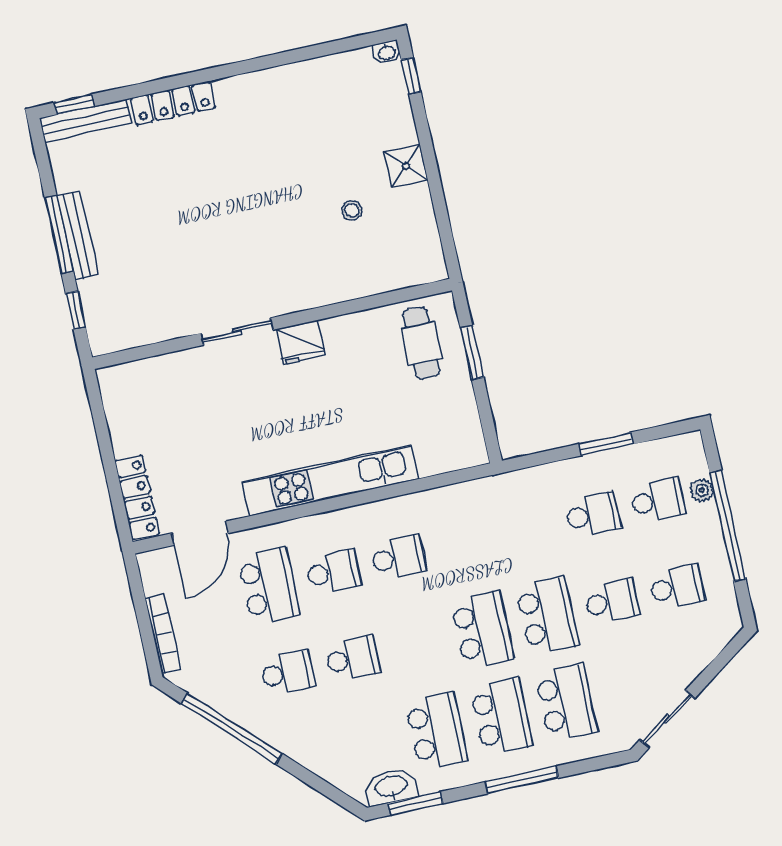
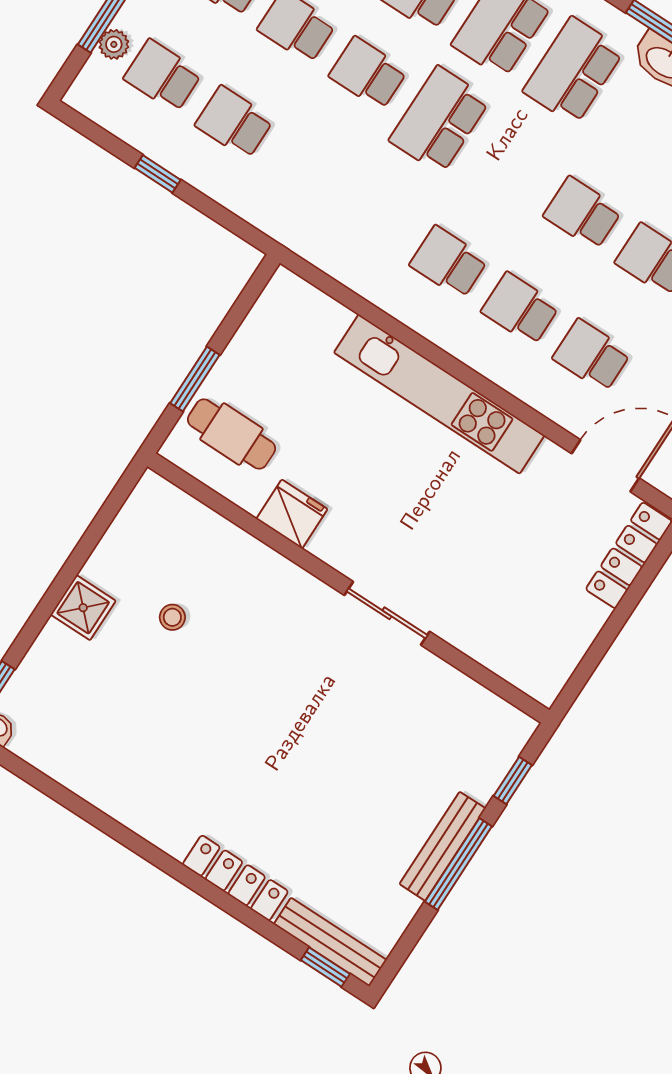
fridge: (300, 343) -> (292, 514), moved
cafe table: (421, 343) -> (231, 434), turned 90
window: (606, 444) -> (158, 174), width x0.67
school desk: (269, 586) -> (592, 355), width x0.54
school desk: (547, 616) -> (368, 73), width x0.54

